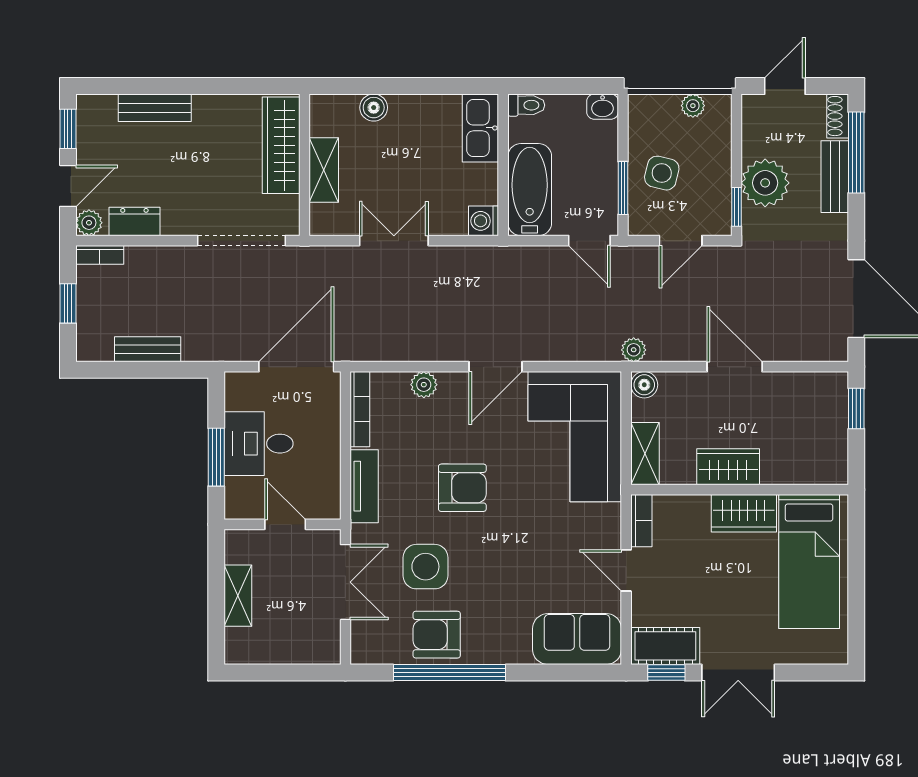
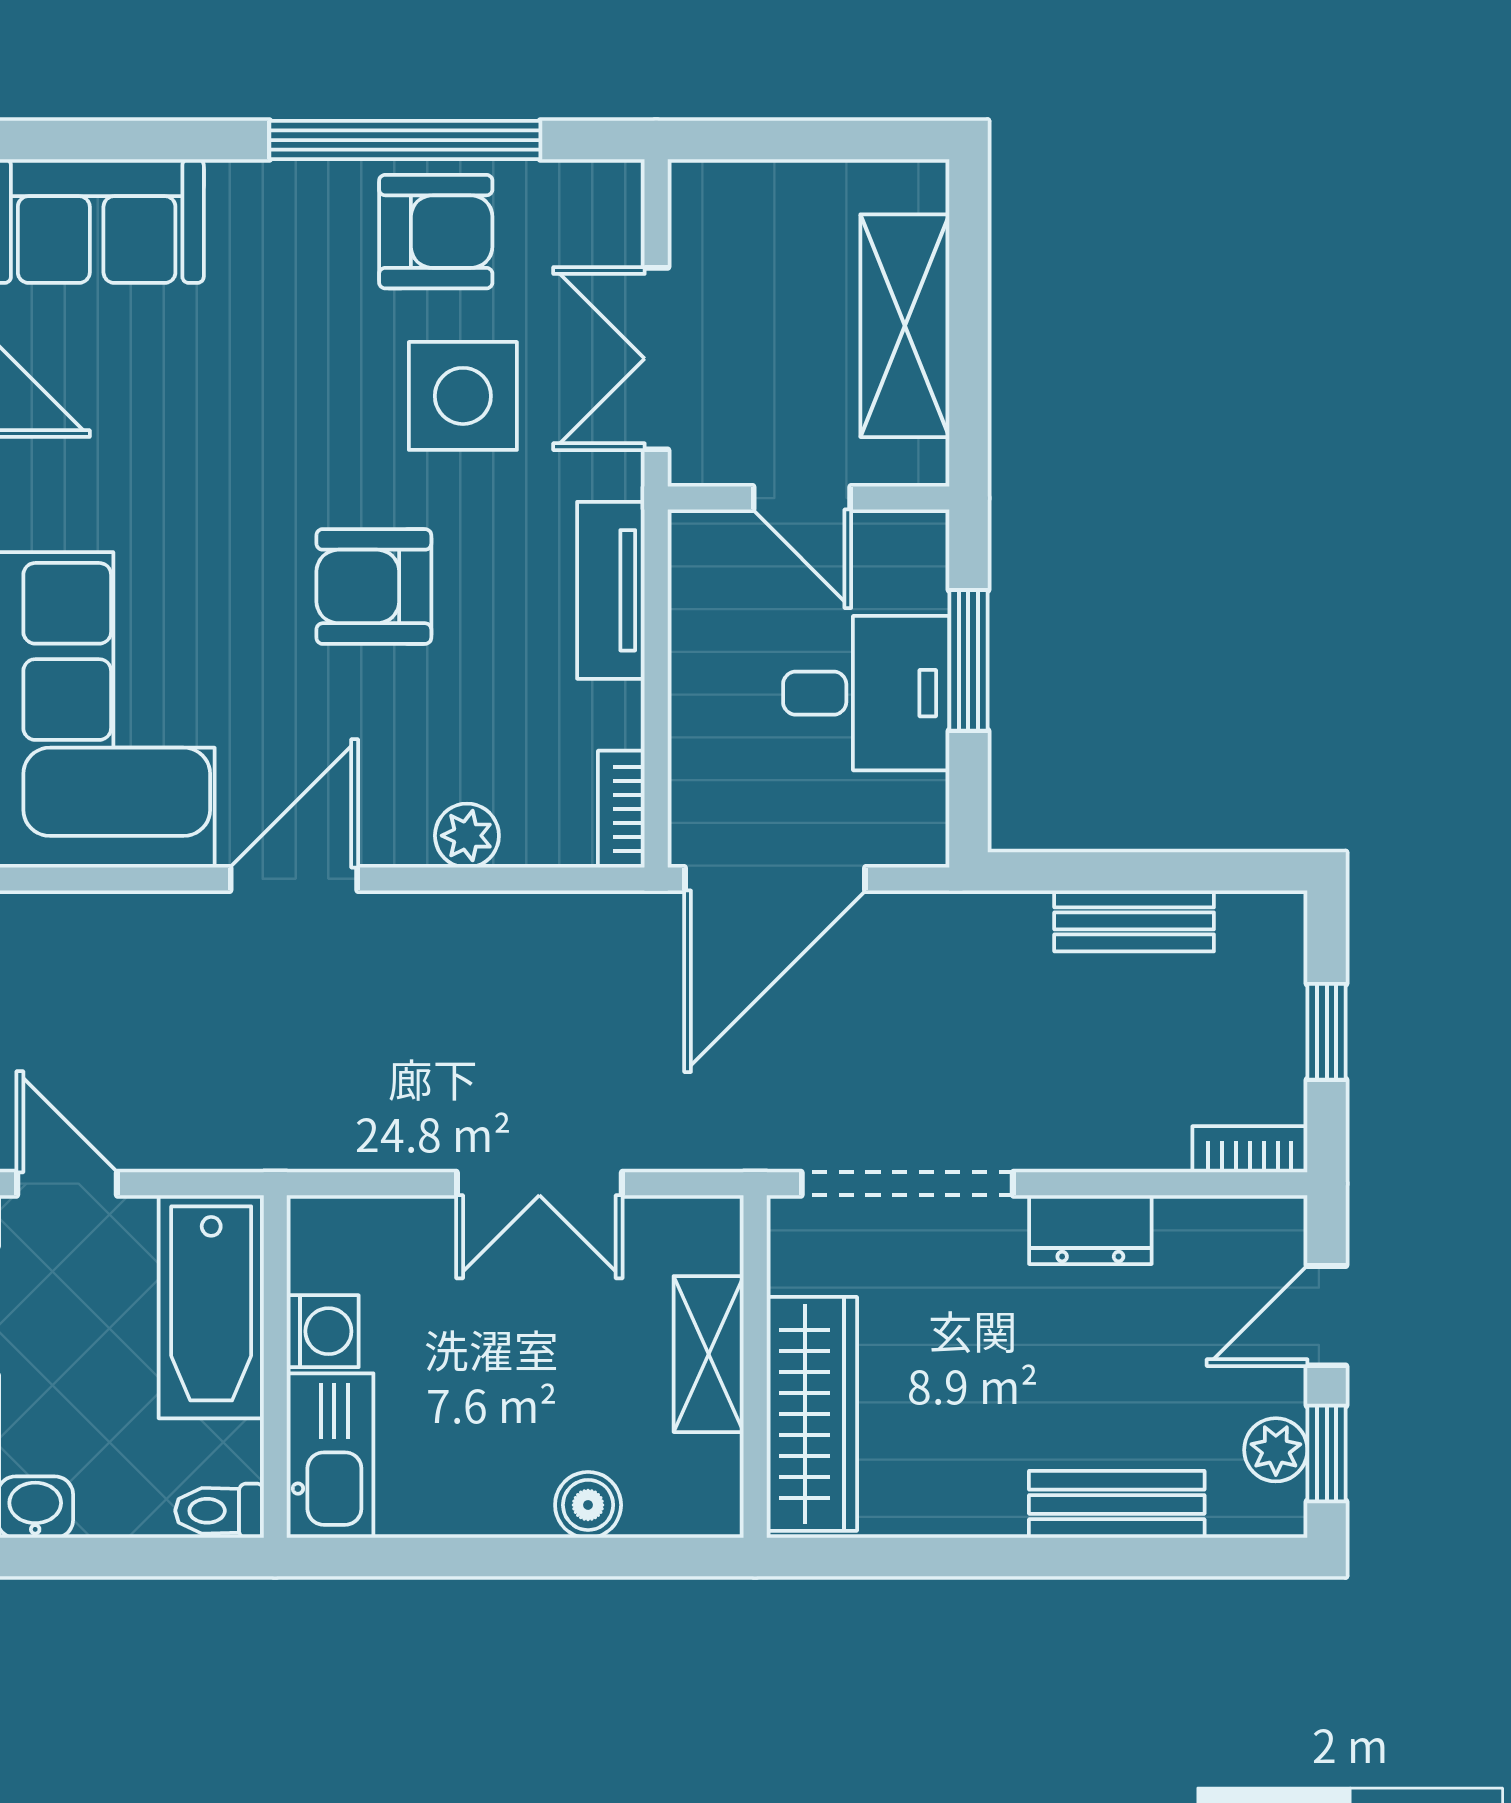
washing machine: (484, 221) -> (323, 1331), moved
dresser: (134, 222) -> (1090, 1230), moved
plant: (89, 223) -> (1276, 1450), moved
bookcase: (360, 409) -> (621, 809), width x0.64
shelving: (238, 596) -> (905, 326), width x1.50, depth x1.33

